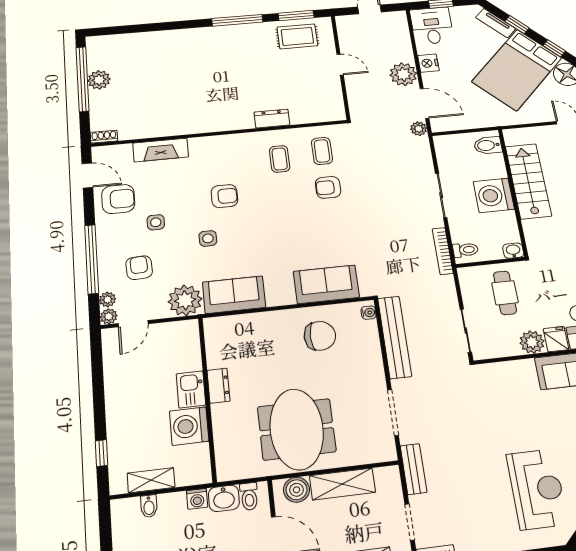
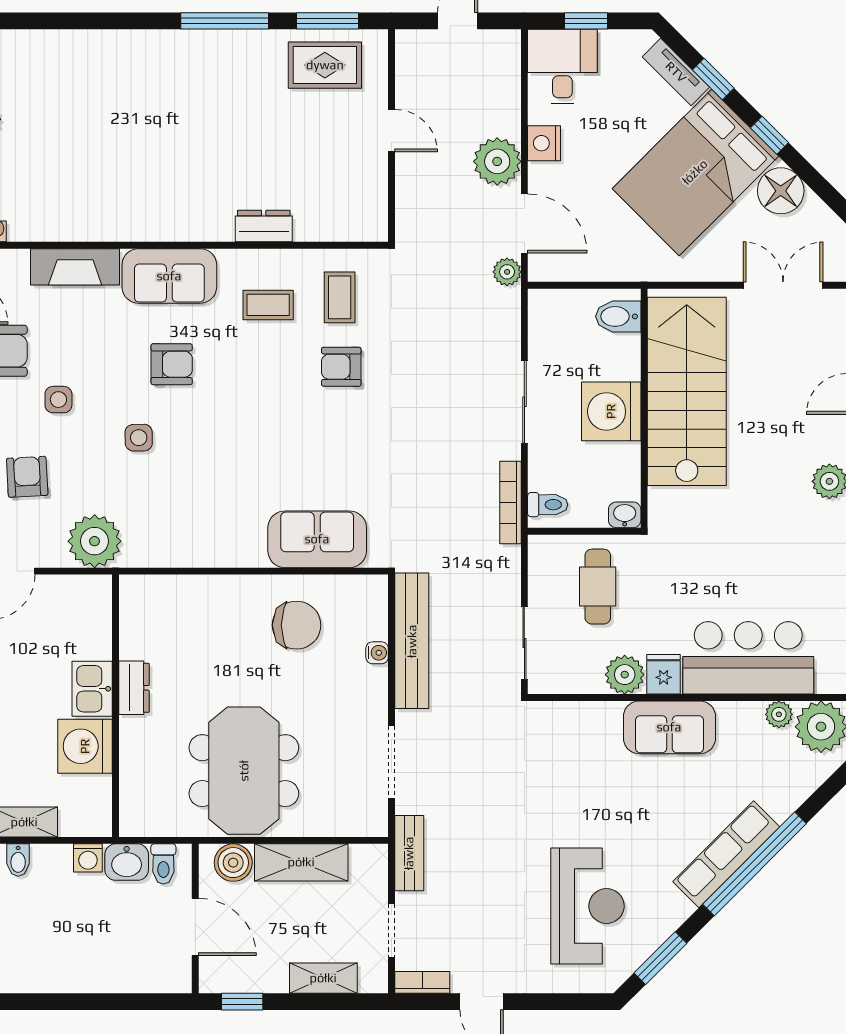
coffee table: (280, 159) -> (268, 305), turned 90
stairs: (528, 181) -> (687, 391), width x1.36, depth x1.51
sofa: (234, 295) -> (169, 276), moved, turned 180
water cooler: (369, 313) -> (377, 653), moved

